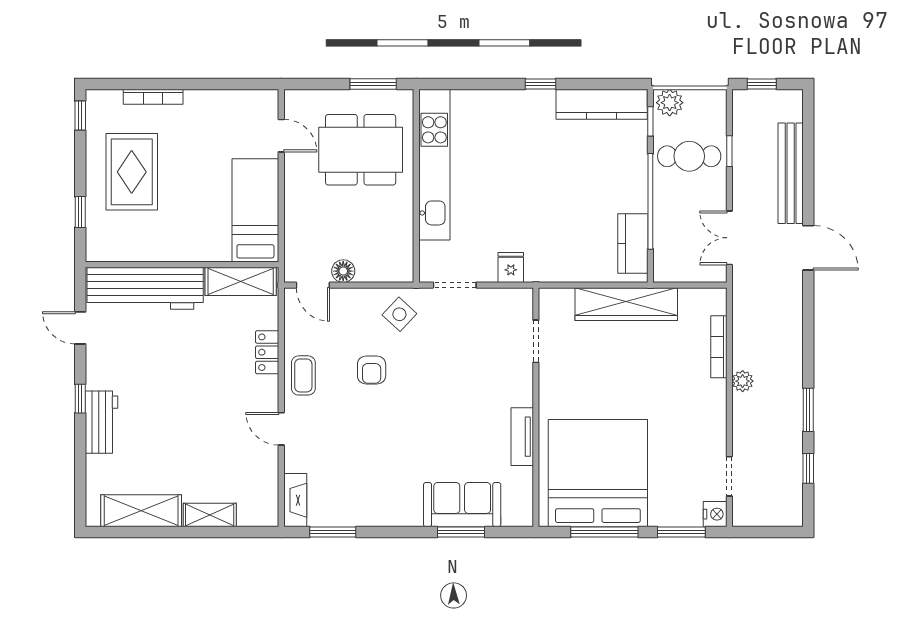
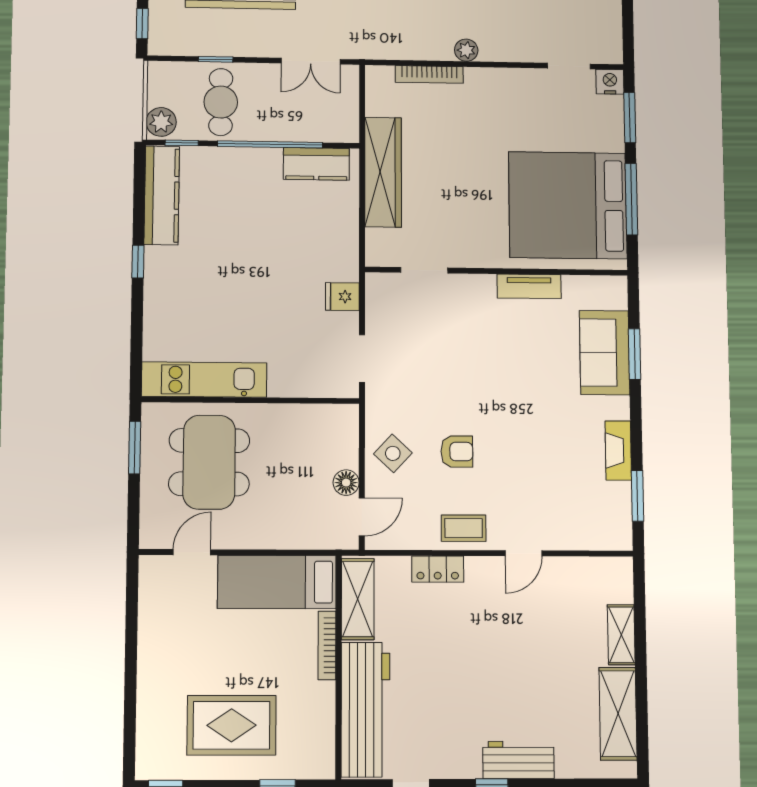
bookcase: (153, 97) -> (327, 645), moved, turned 180
kitchen unit: (434, 165) -> (204, 380), width x0.73
side table: (399, 314) -> (393, 453), moved
fireplace: (295, 500) -> (618, 450), moved, turned -90

